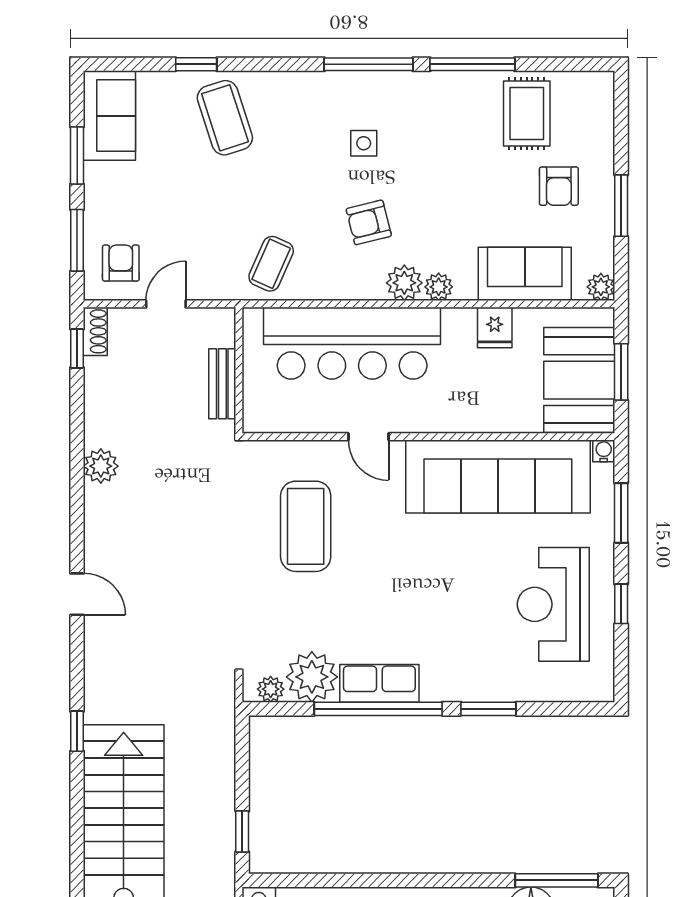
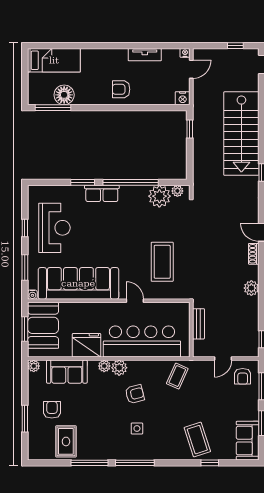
window: (621, 206) -> (25, 419), moved
fridge: (495, 328) -> (86, 345), width x1.88, depth x1.34
shoe rack: (95, 331) -> (254, 254), moved
row of seats: (379, 683) -> (102, 193), moved

